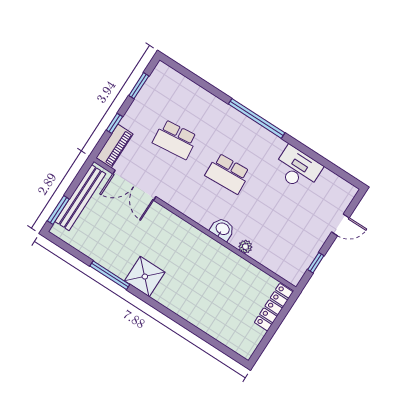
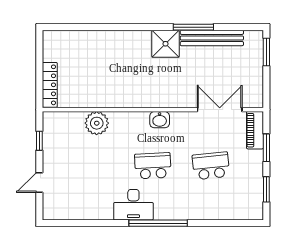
window: (114, 123) -> (266, 148), width x1.50
desk: (298, 169) -> (133, 205), moved
bench: (80, 198) -> (212, 38), moved, turned 90
washbasin: (222, 229) -> (160, 120), moved
plant: (245, 247) -> (97, 123), width x1.87, depth x1.87

